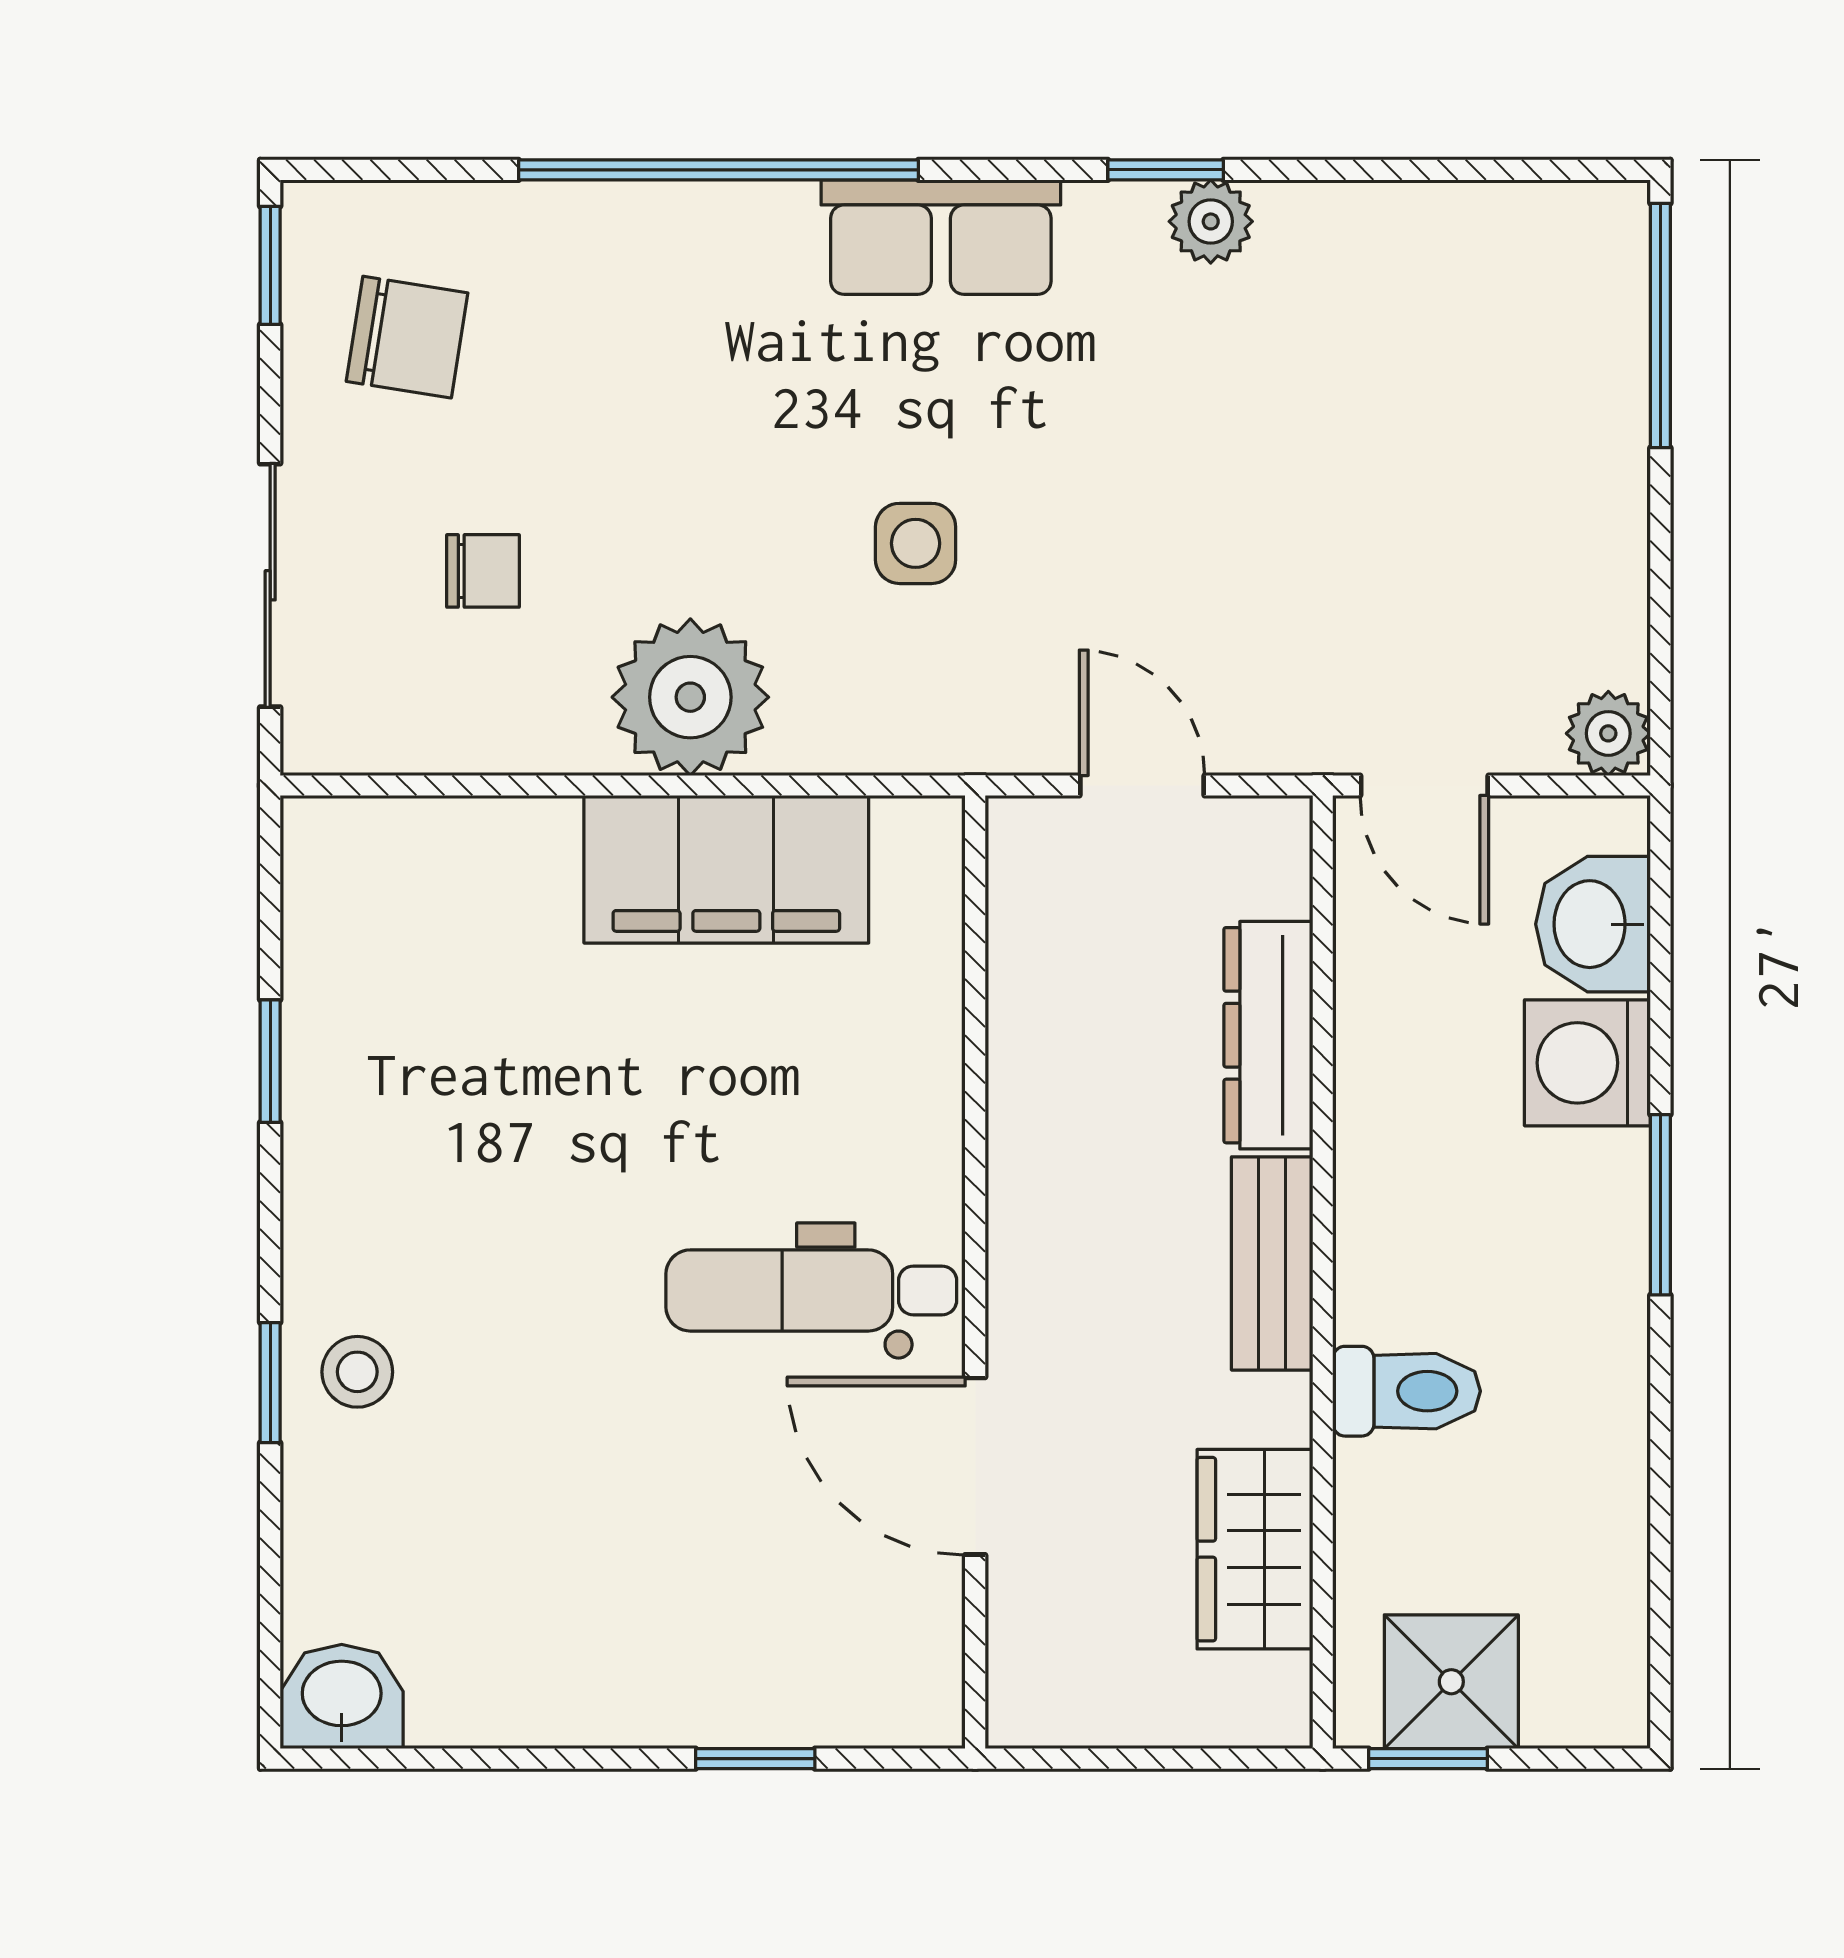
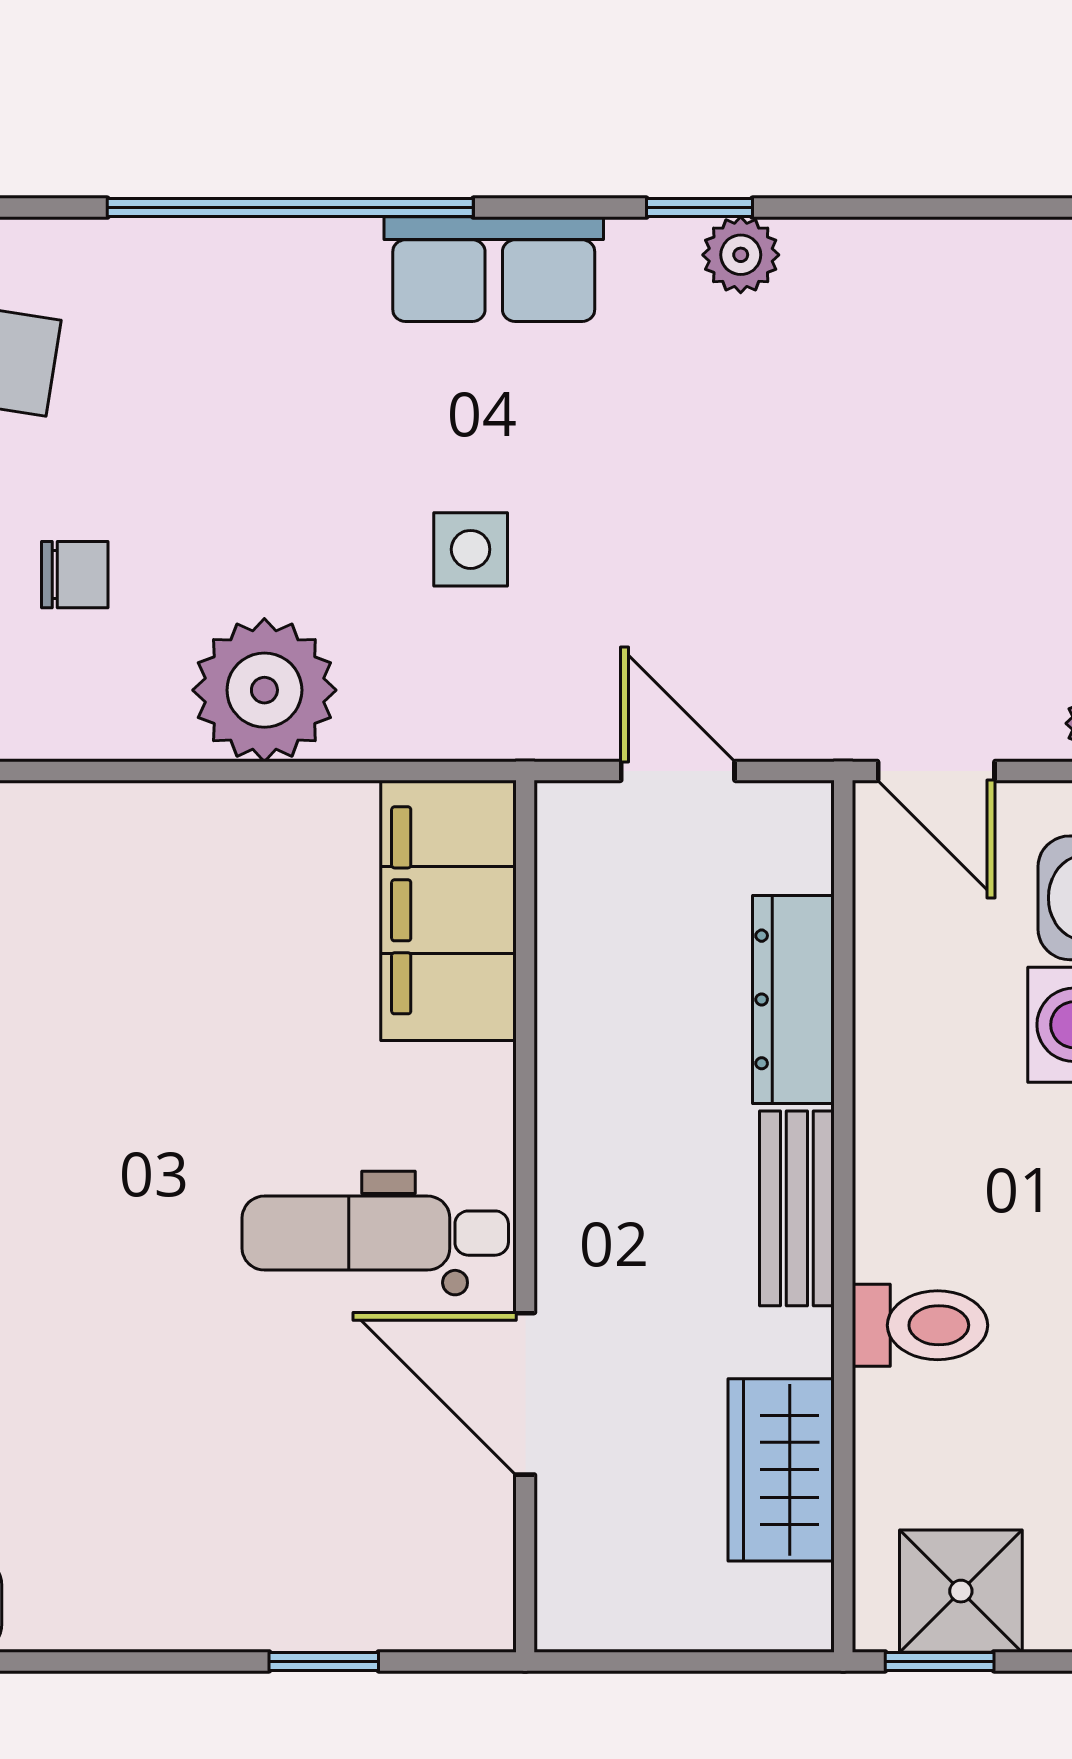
filing cabinet: (726, 869) -> (448, 910), moved, turned 90

